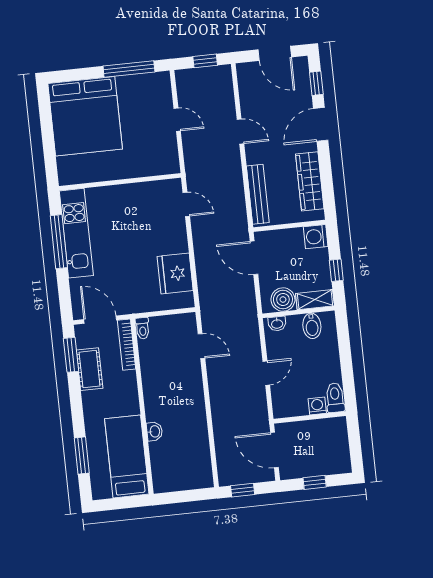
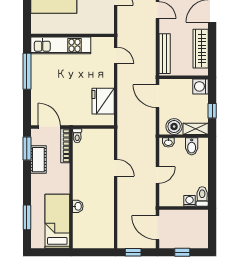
kitchen unit: (76, 233) -> (61, 45), moved, turned 90
door: (201, 346) -> (116, 168), moved

